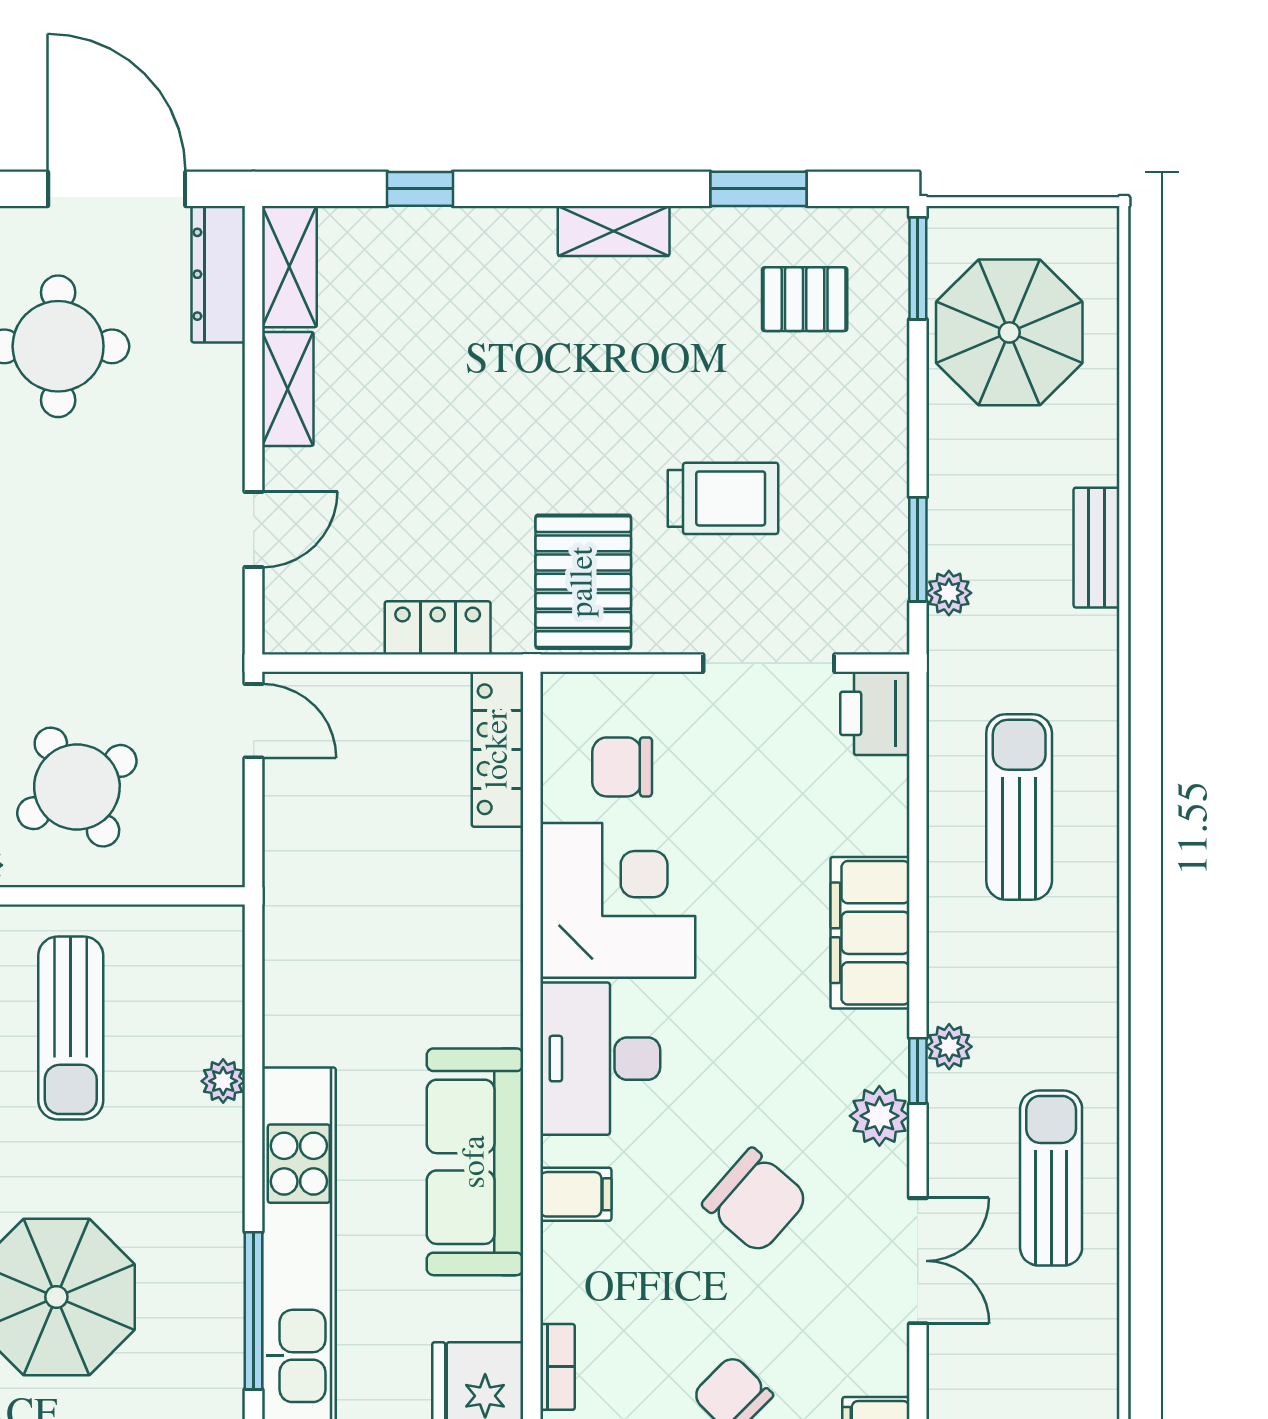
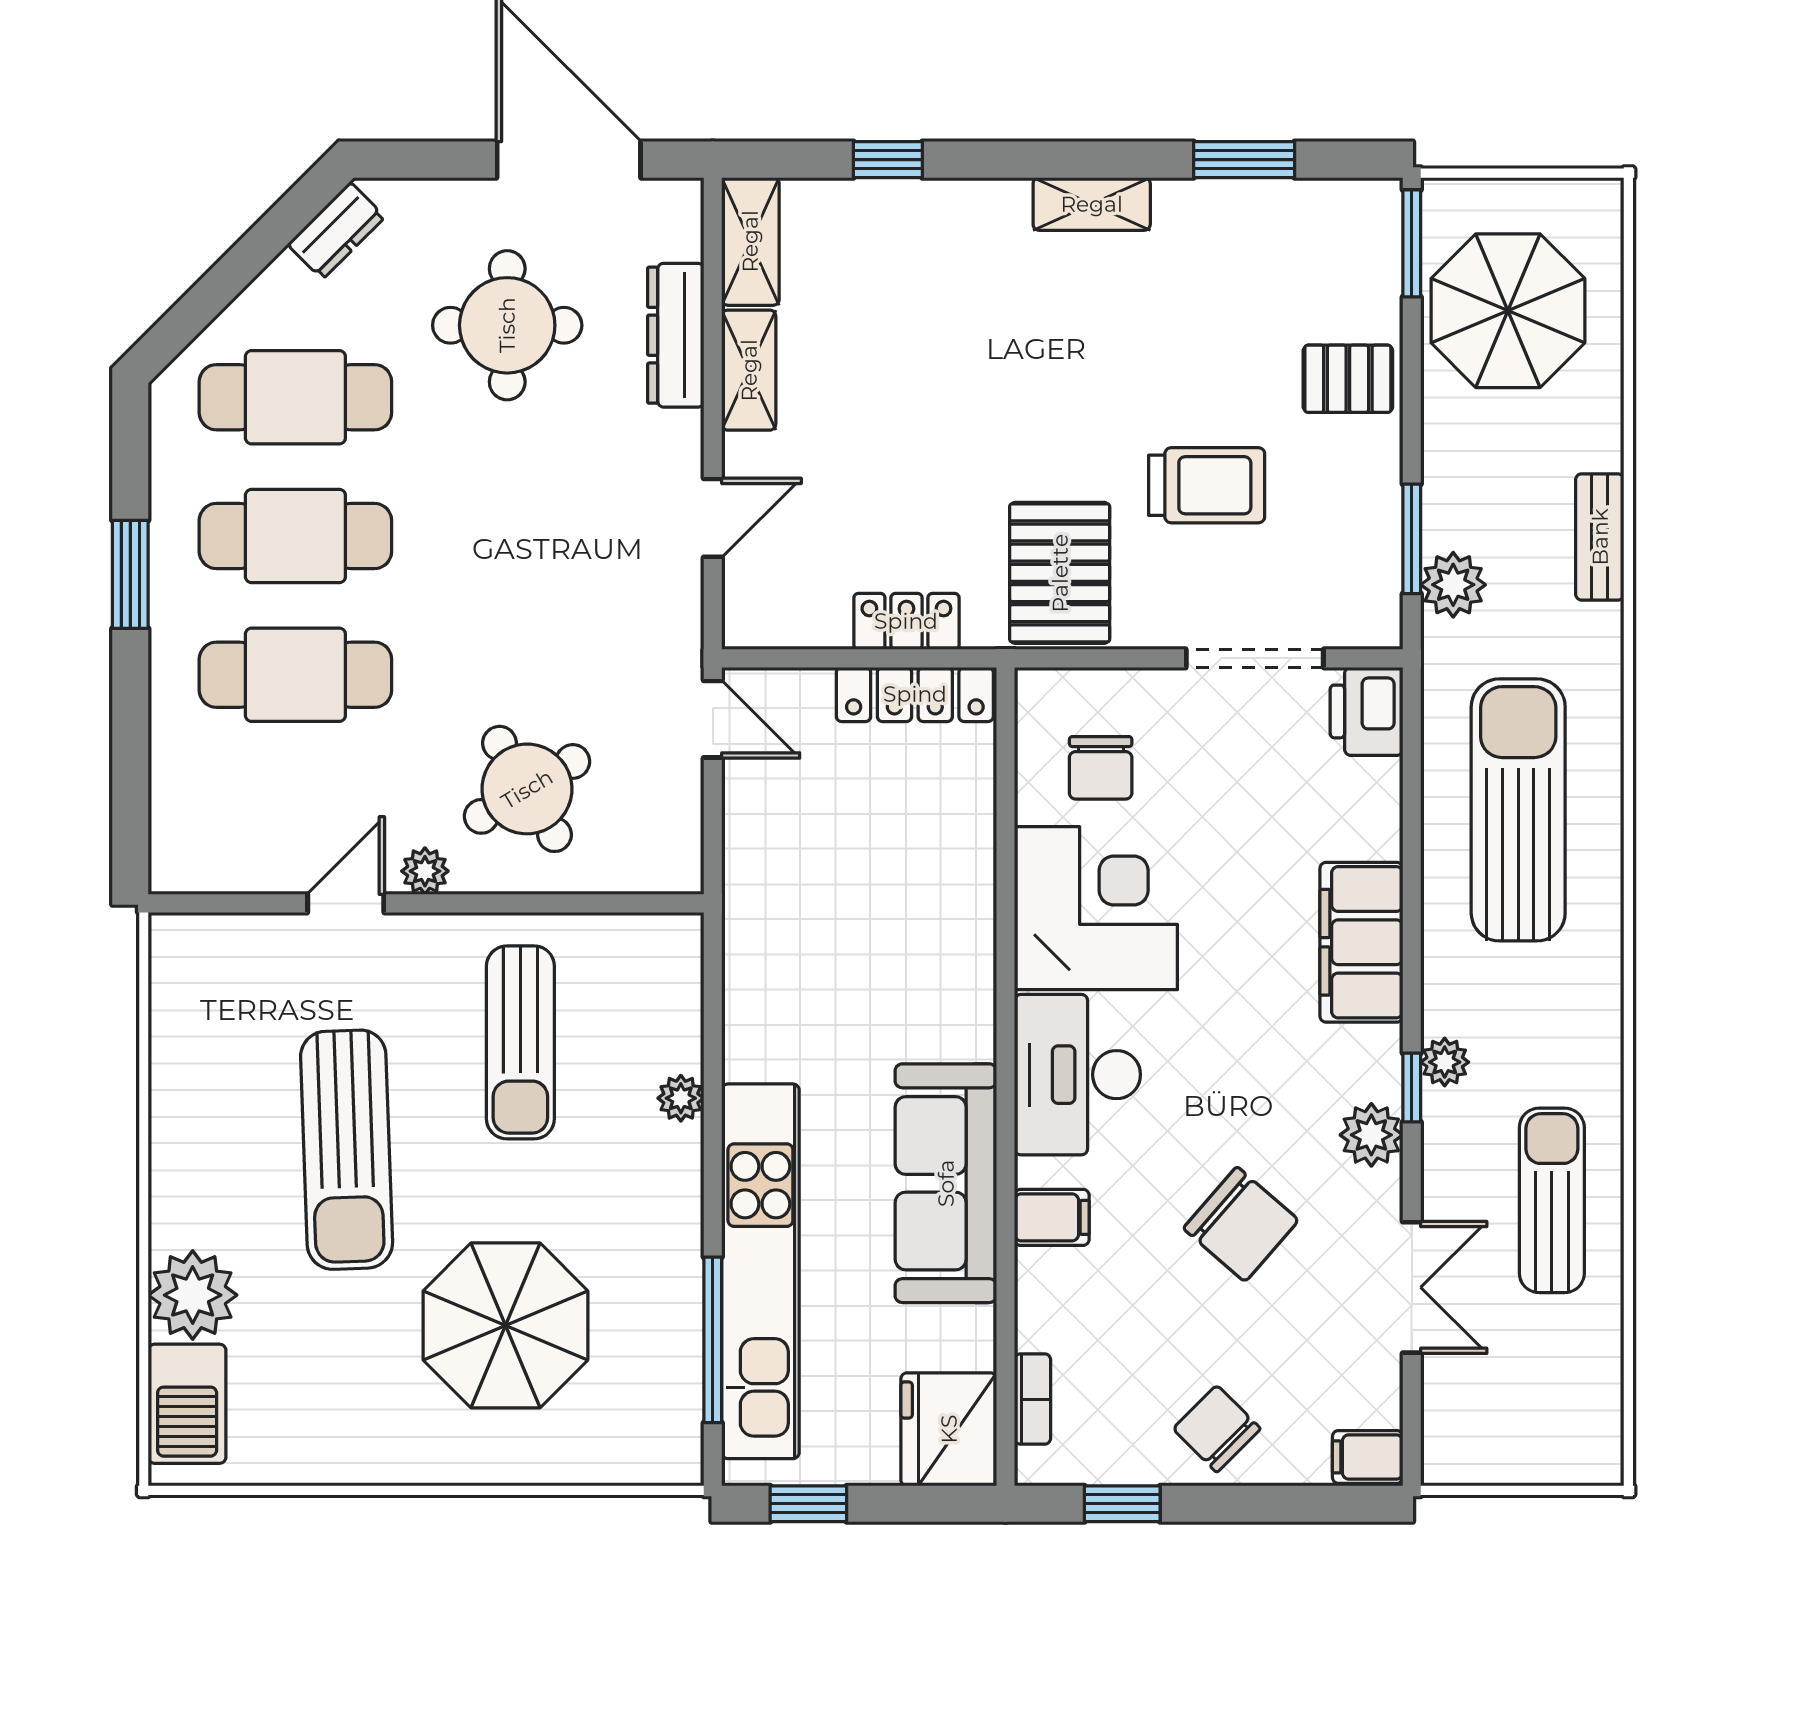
dresser: (218, 274) -> (676, 335), moved
pallet: (805, 299) -> (1348, 379), moved
plant: (949, 593) -> (1453, 585), width x1.38, depth x1.38
locker: (498, 749) -> (915, 694), moved, turned -90
chair: (622, 767) -> (1101, 768), turned -90
sun lounger: (1019, 807) -> (1518, 810), width x1.36, depth x1.34

